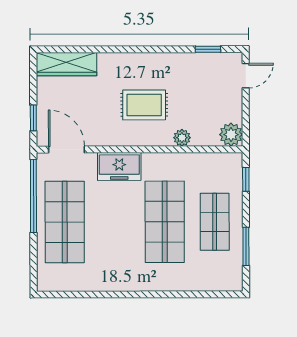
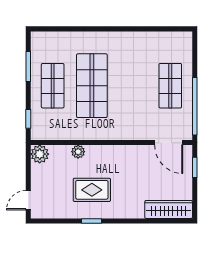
window: (208, 49) -> (91, 221), moved
rug: (144, 105) -> (92, 190), moved
freezer: (119, 166) -> (127, 129), removed
shop shelf: (65, 222) -> (170, 86), width x0.70, depth x0.74

